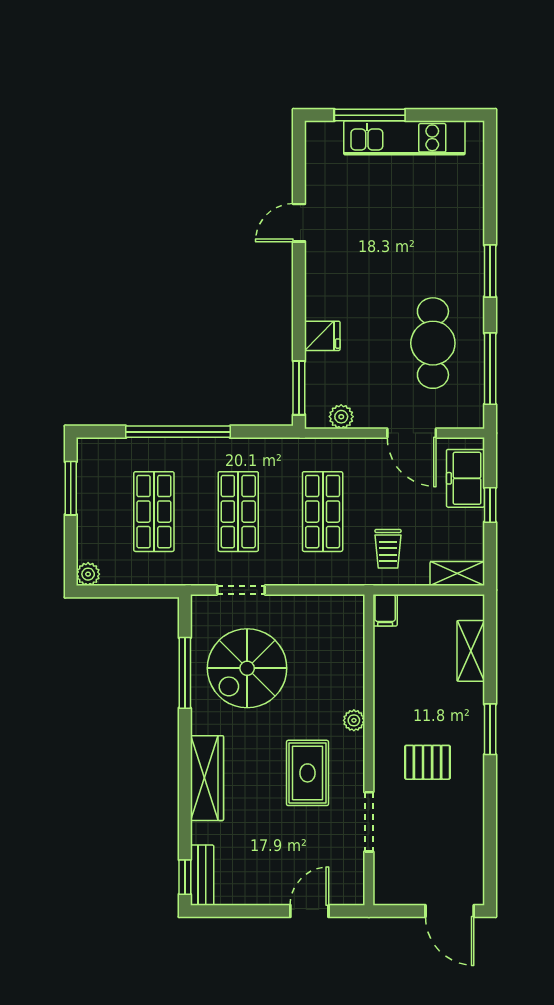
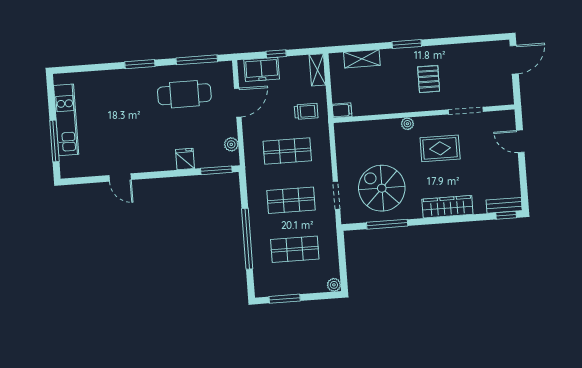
spiral stairs: (247, 668) -> (382, 188), turned 180

